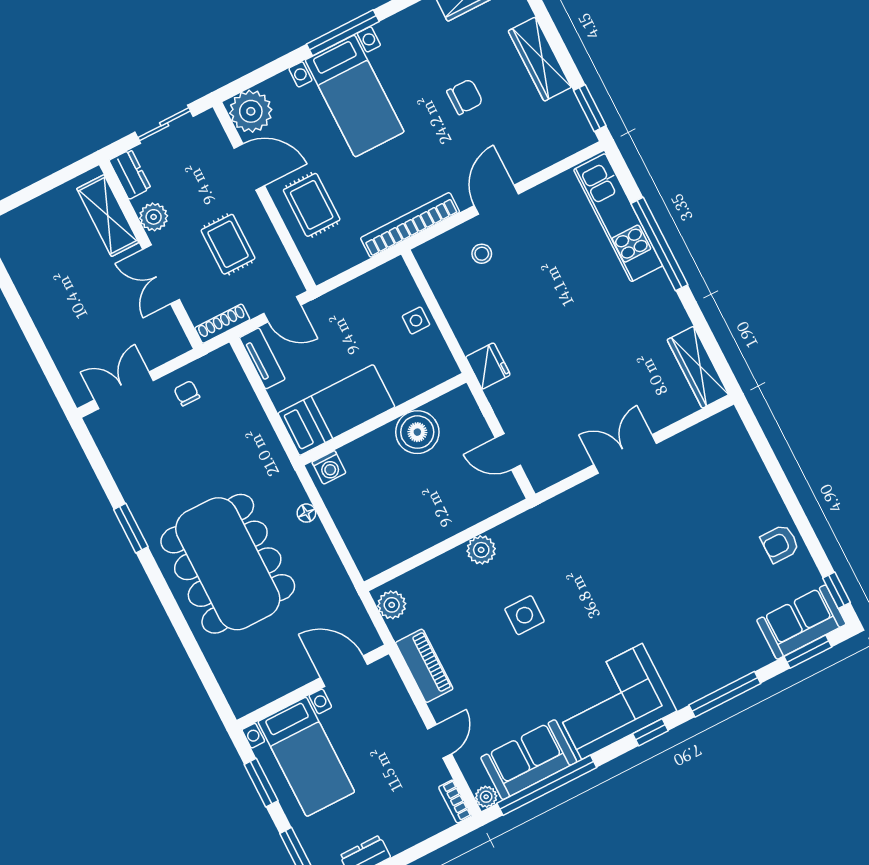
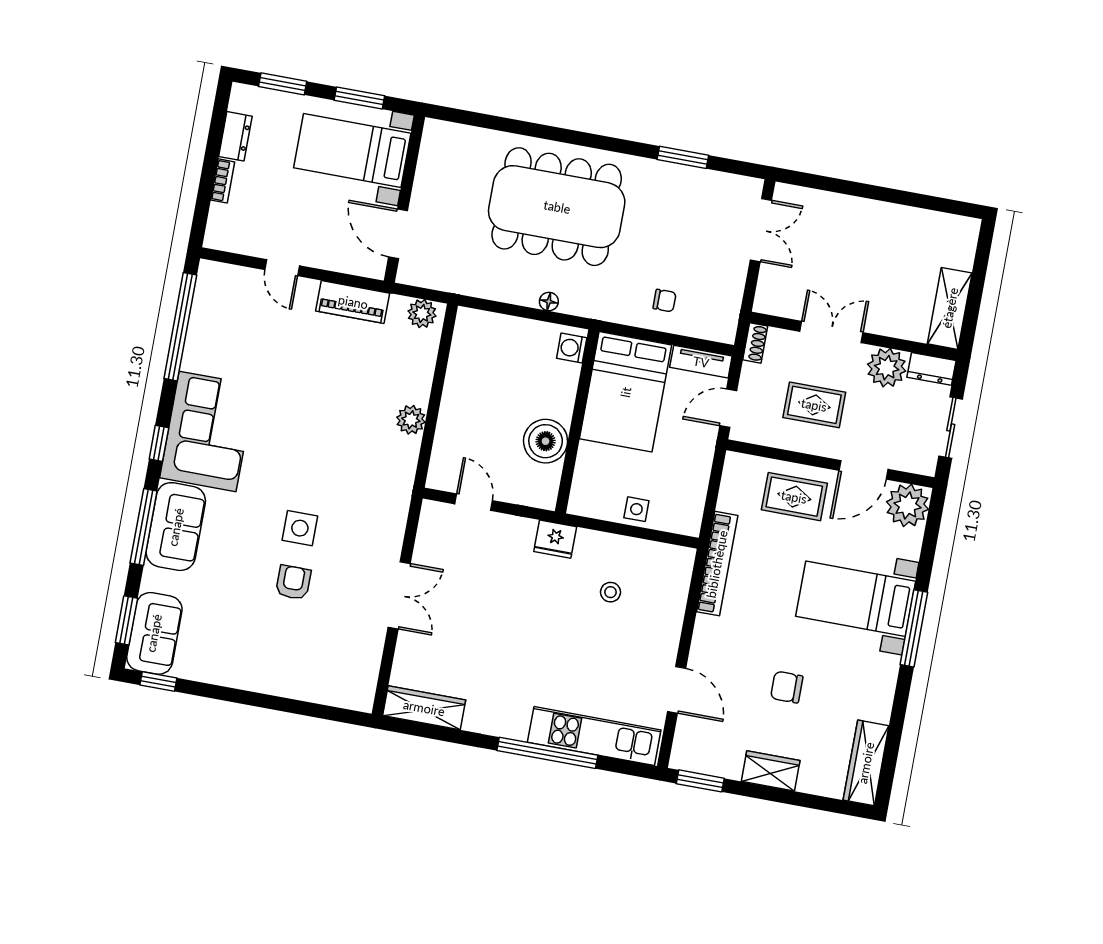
wardrobe: (540, 59) -> (771, 771), width x0.67
chair: (465, 97) -> (787, 687), turned 90
door: (496, 200) -> (677, 690), moved
shelving: (108, 216) -> (950, 308), moved, turned 90
plant: (154, 217) -> (887, 368), width x1.36, depth x1.36
stool: (482, 254) -> (610, 592), moved
shoe rack: (222, 324) -> (755, 343), width x0.70
chair: (187, 393) -> (665, 301), moved
bed: (336, 410) -> (626, 392), width x1.50
door: (508, 452) -> (474, 502), hinge flipped
window: (131, 528) -> (683, 157), moved
armchair: (780, 544) -> (293, 583), moved
side table: (525, 615) -> (300, 528), moved
door: (344, 671) -> (398, 234), swing flipped
sofa: (529, 760) -> (176, 527), moved
plant: (486, 797) -> (209, 271), removed
bookcase: (455, 801) -> (223, 181), moved, turned 90

